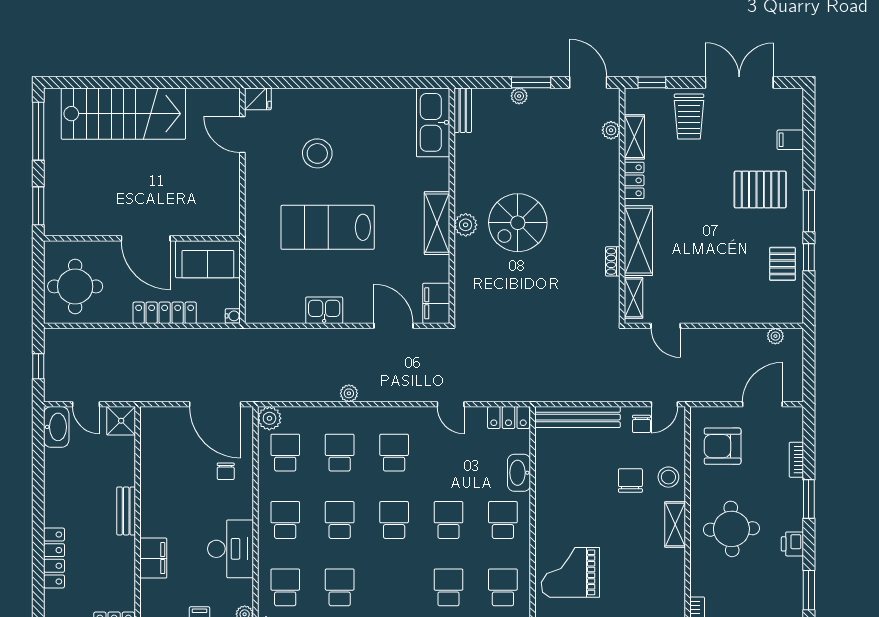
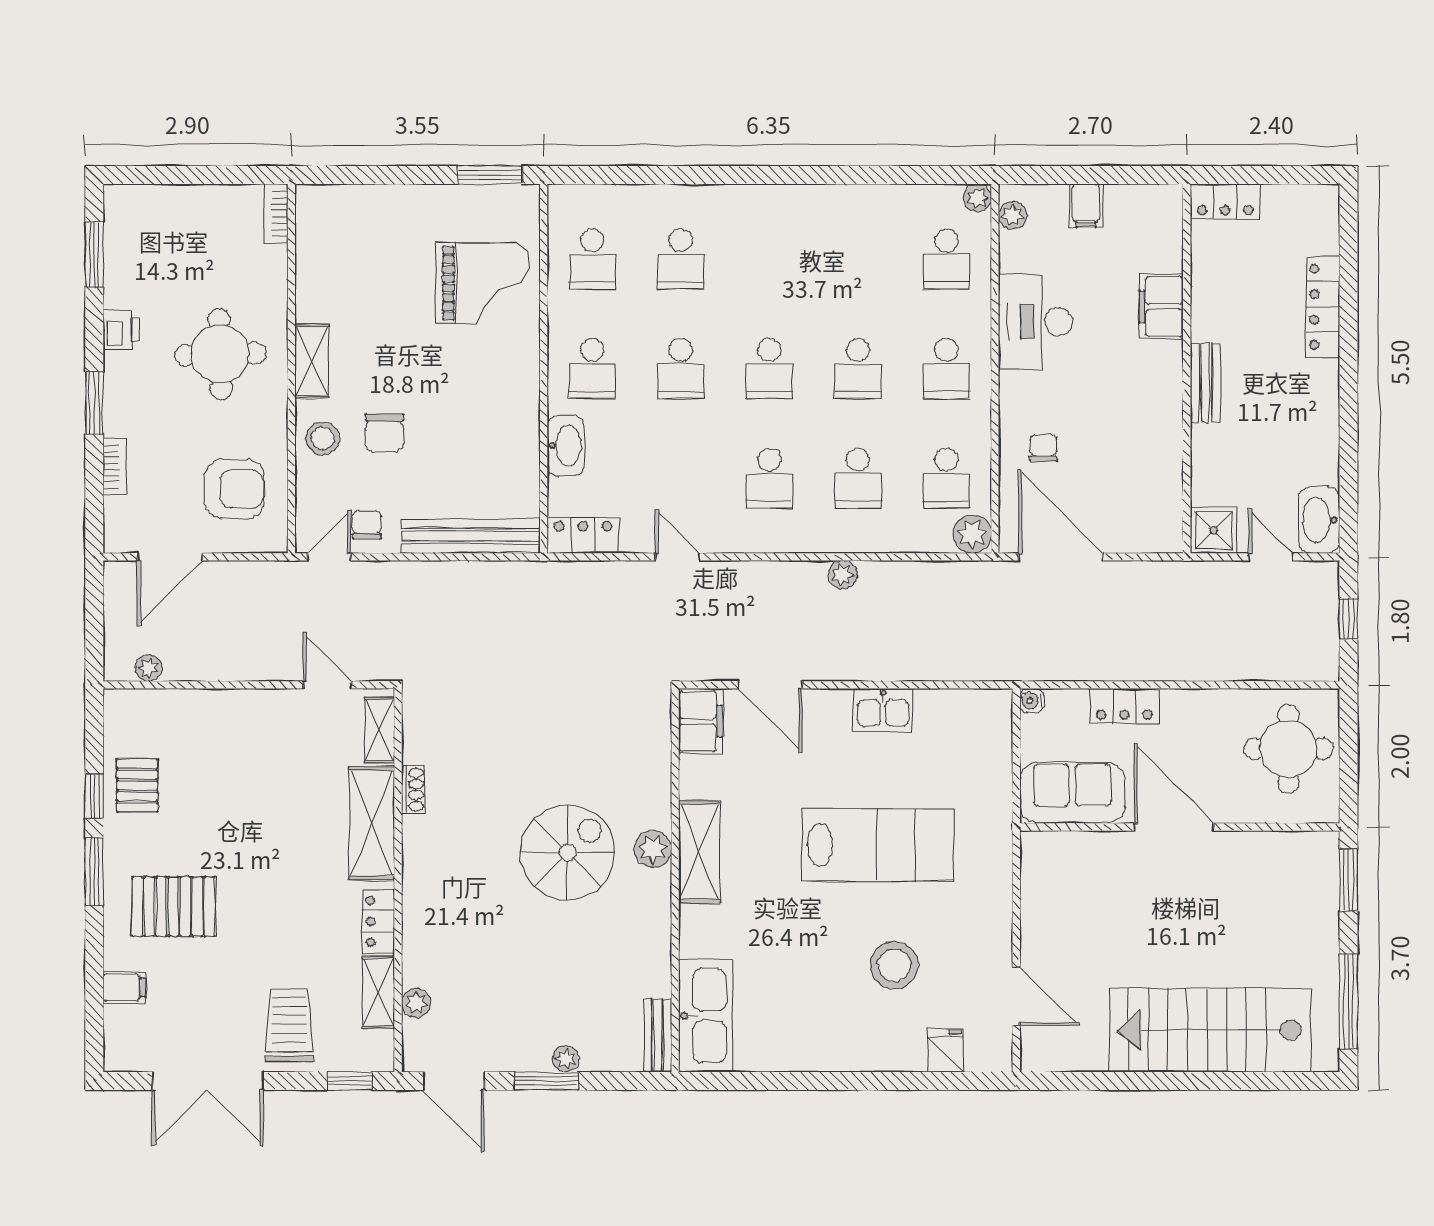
fridge: (258, 99) -> (946, 1051), moved, turned 90
locker: (165, 313) -> (1124, 706), width x0.66
school desk: (340, 587) -> (858, 259), removed

